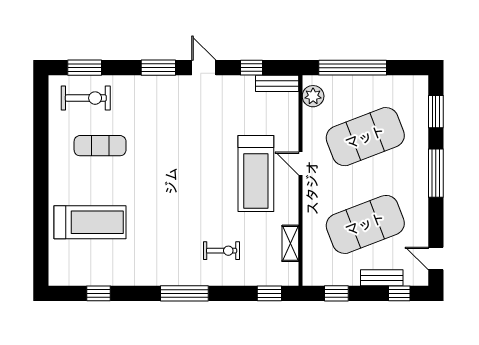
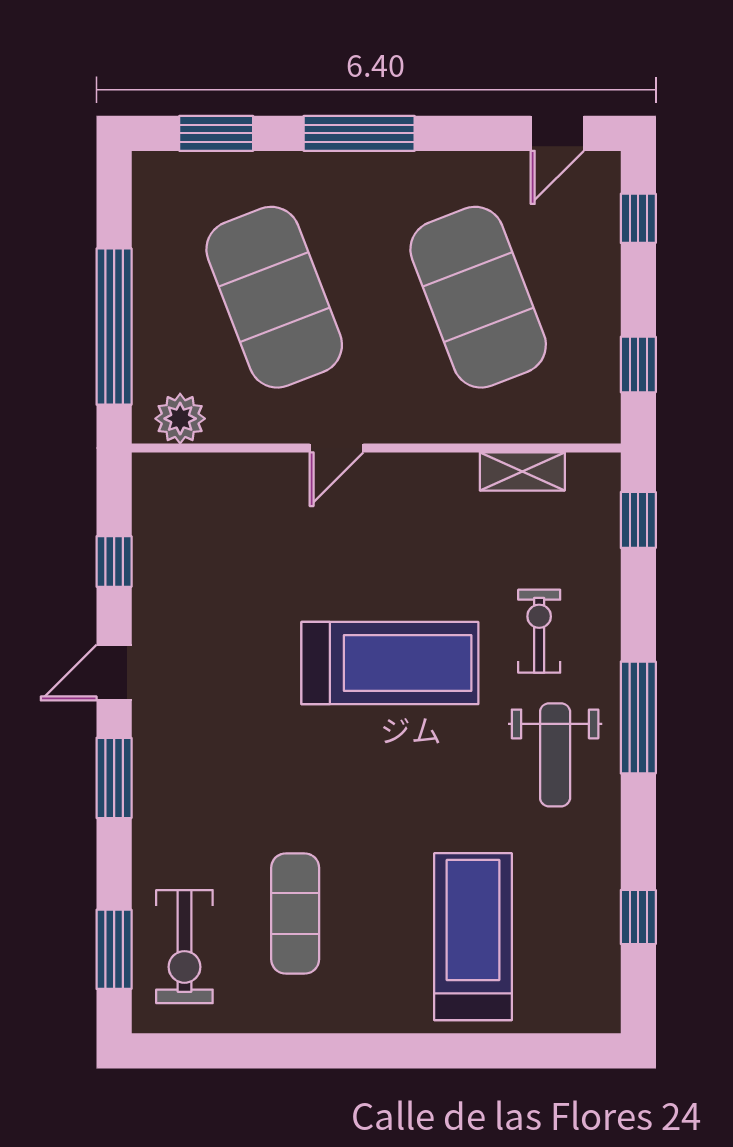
bench: (277, 83) -> (151, 502), removed
exercise bike: (86, 98) -> (184, 947), turned 180
treadmill: (256, 173) -> (390, 663), moved
weight bench: (168, 258) -> (555, 755), added
bench: (382, 278) -> (602, 259), removed

